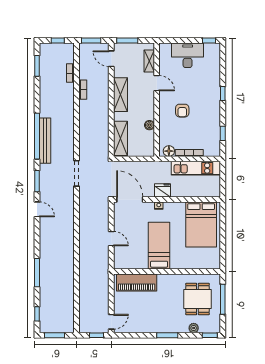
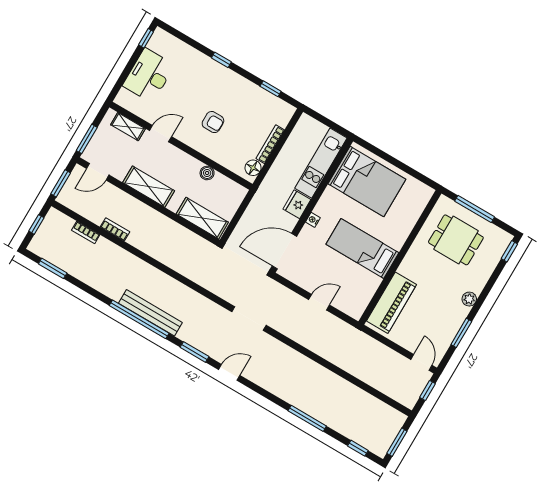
kitchen unit: (196, 168) -> (321, 163), moved, turned 180
doorway: (76, 173) -> (249, 319), moved
plant: (194, 328) -> (469, 299), moved
window: (167, 335) -> (461, 333), moved

